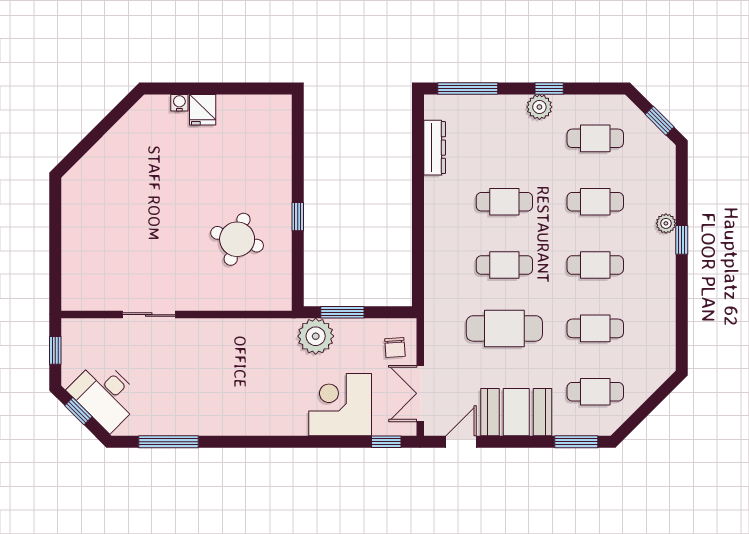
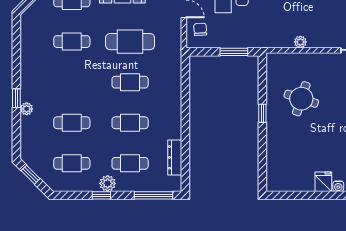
cafe table: (595, 265) -> (130, 163), moved
plant: (316, 336) -> (300, 42), moved, width x0.53, depth x0.53

